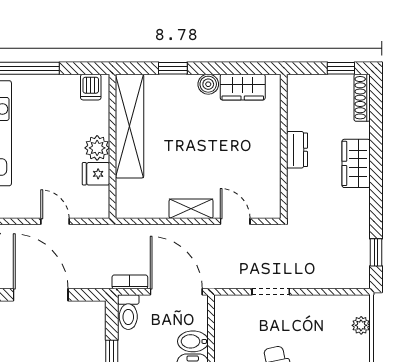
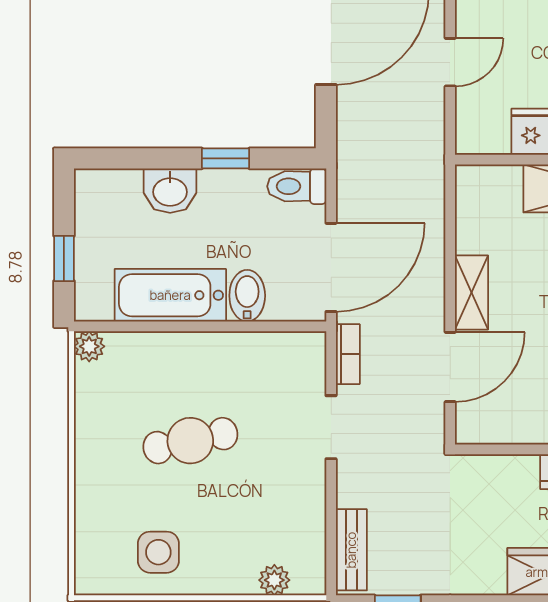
door: (235, 221) -> (450, 367), width x1.38
bench: (343, 280) -> (351, 550), added
bookcase: (130, 282) -> (348, 354), moved

